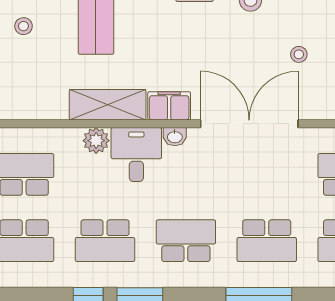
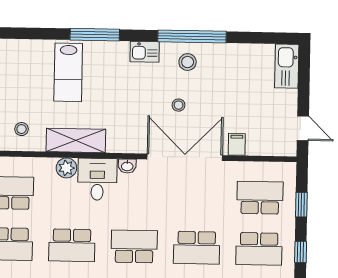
stool: (23, 26) -> (22, 129), moved
stool: (299, 54) -> (179, 105), moved
filing cabinet: (169, 106) -> (237, 144), moved, width x0.50

